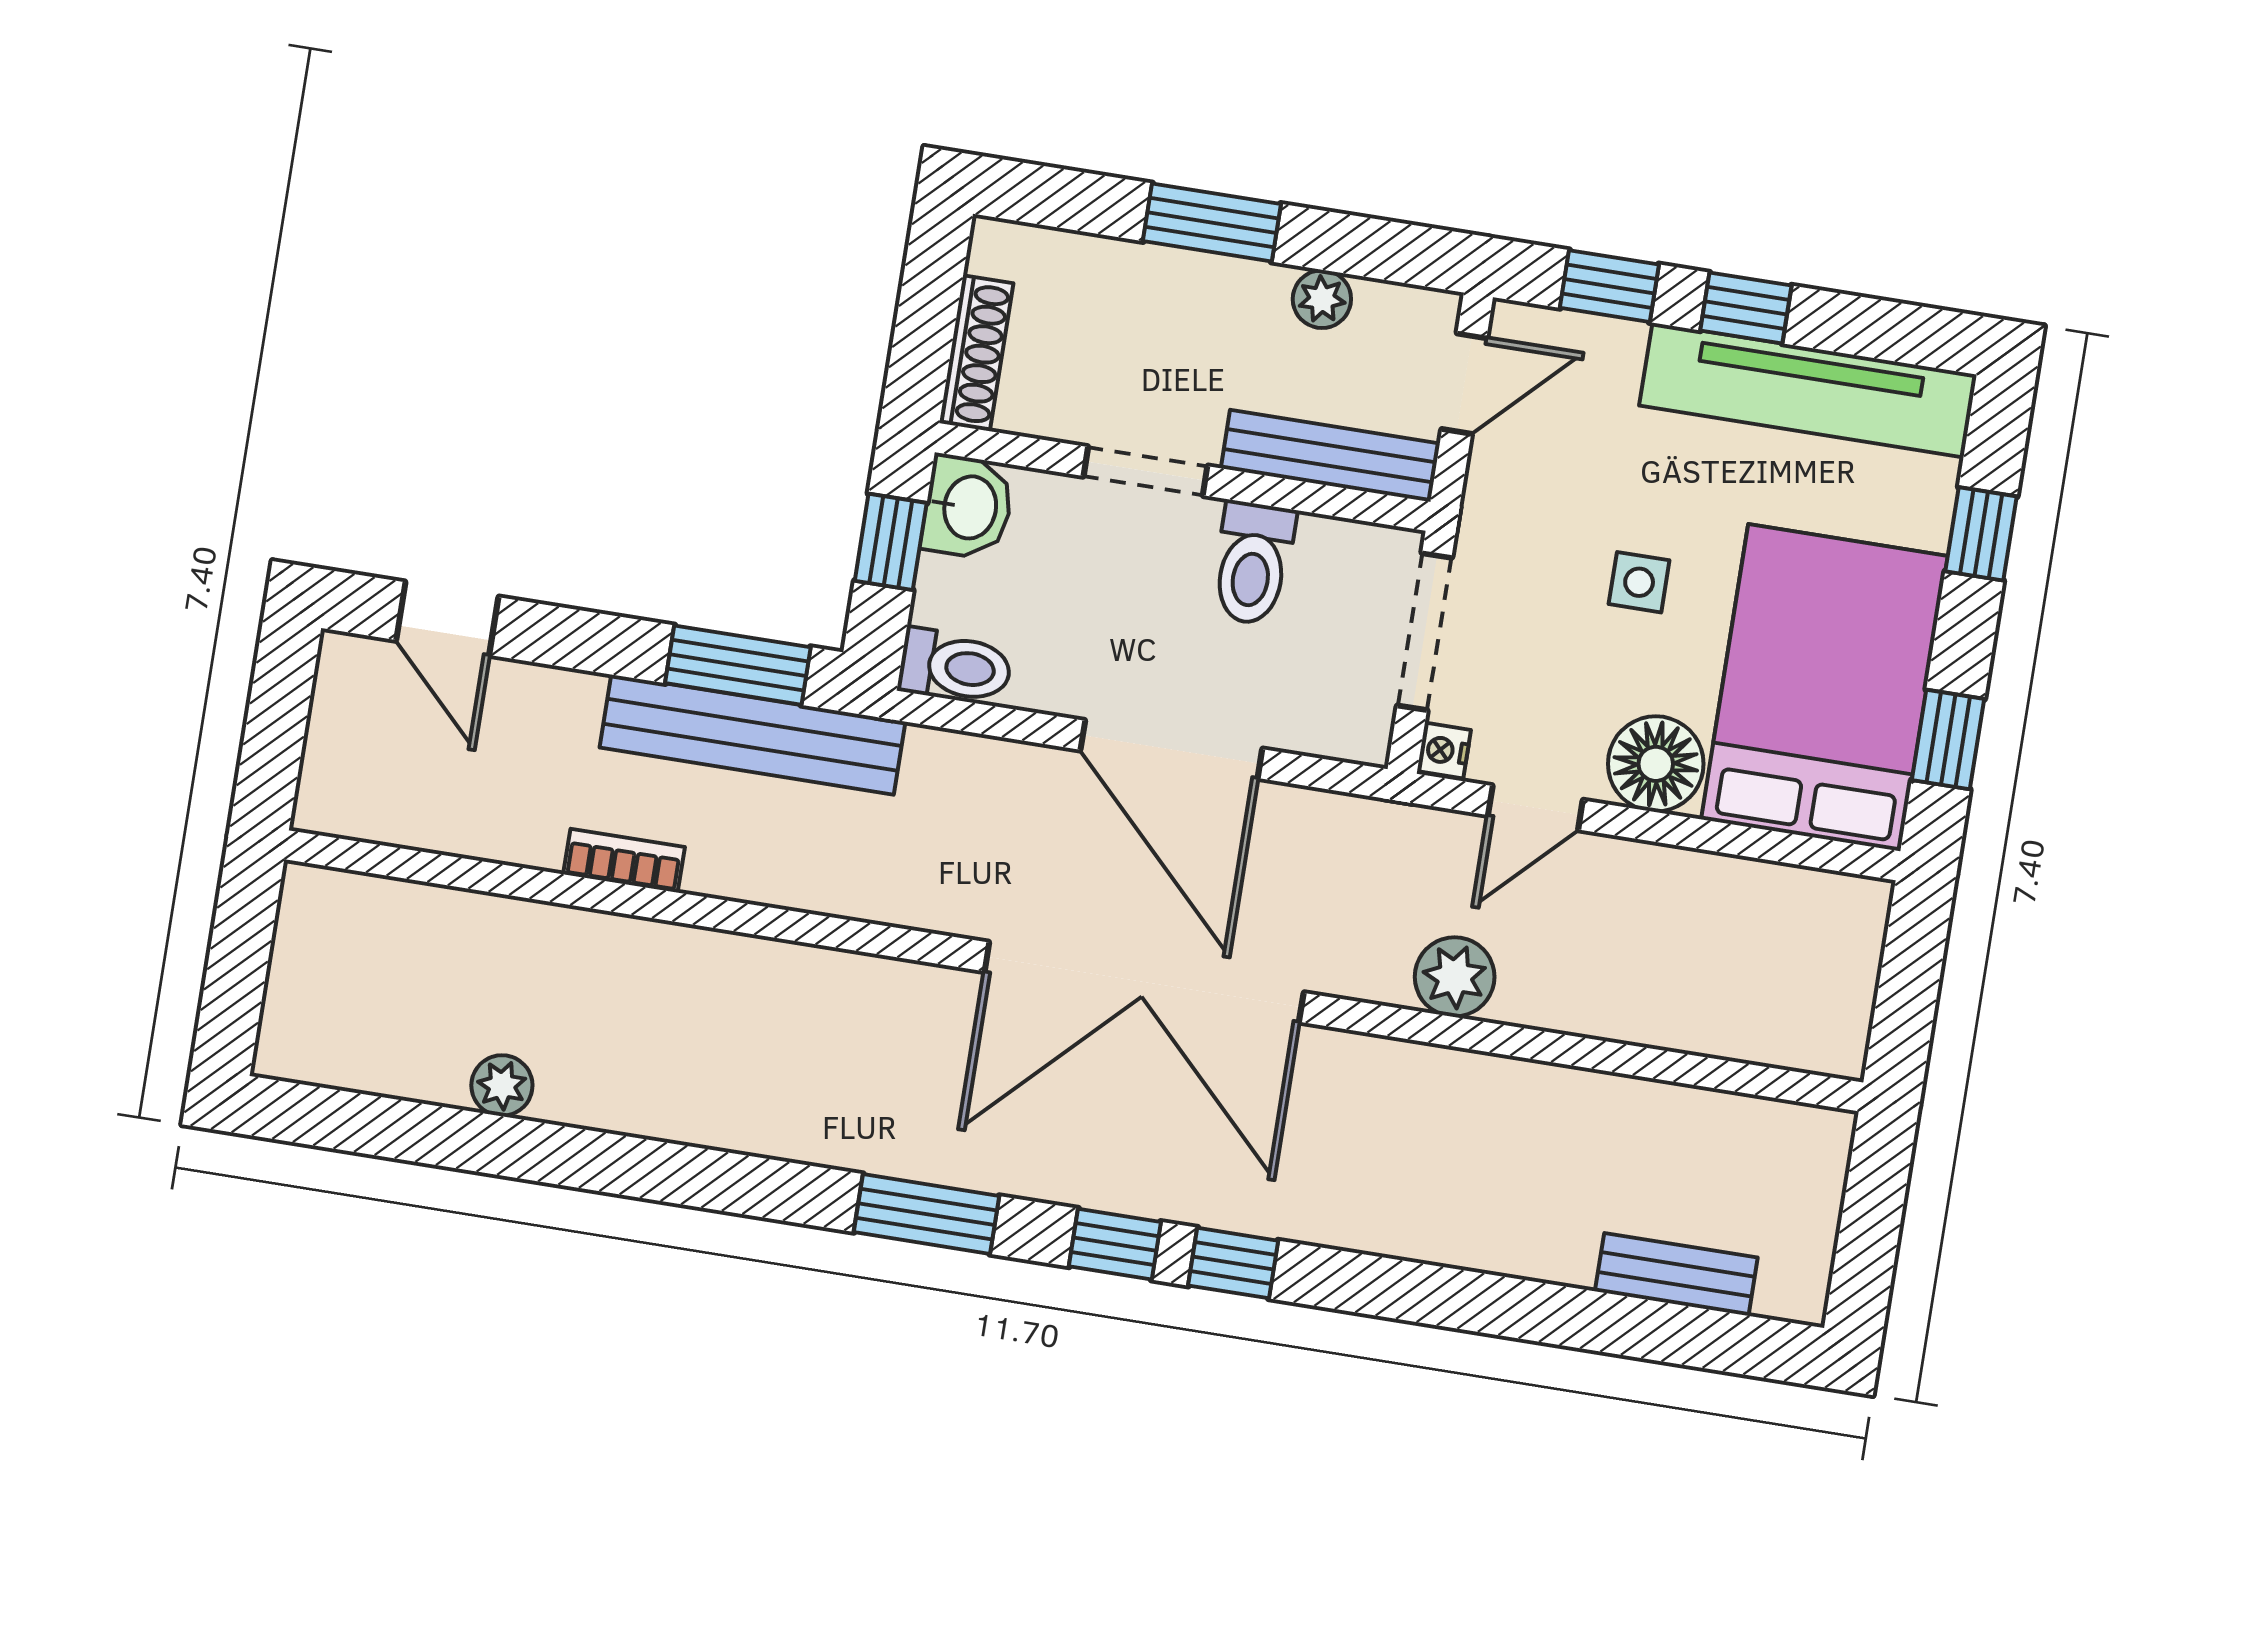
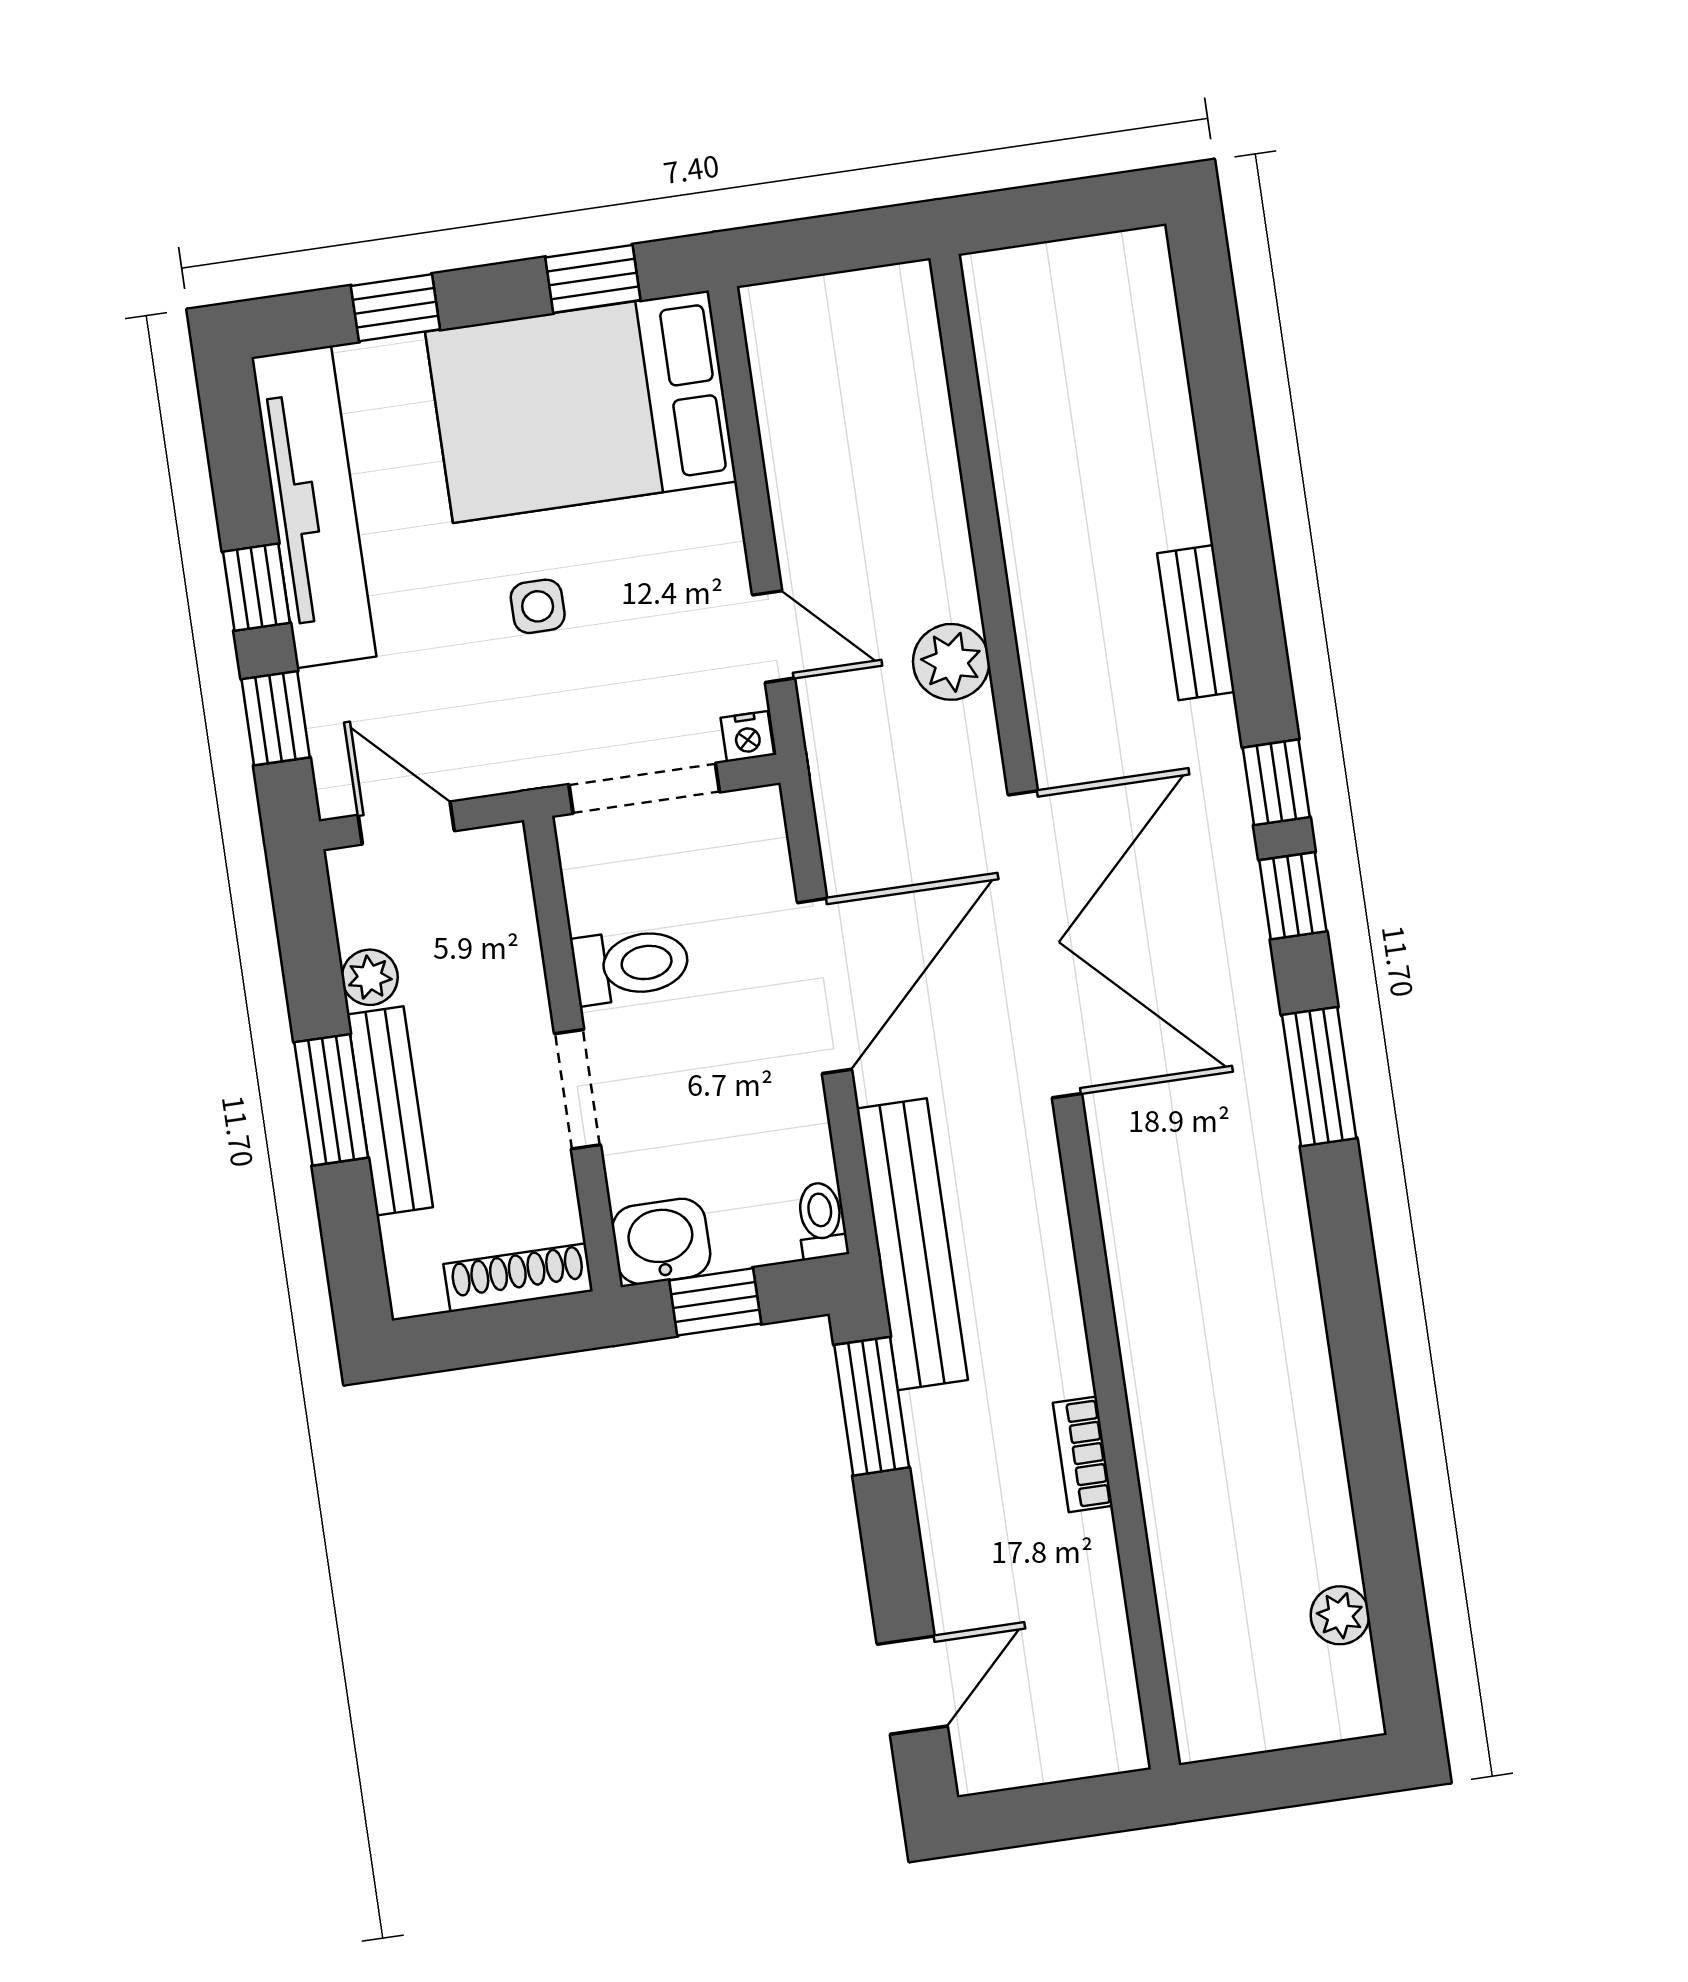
bench: (1330, 456) -> (390, 1111), moved
toilet: (955, 667) -> (821, 1220), width x0.73, depth x0.72
bench: (753, 735) -> (912, 1244), moved
floor lamp: (1656, 764) -> (699, 539), removed
plant: (502, 1086) -> (1340, 1615), moved
bench: (1676, 1274) -> (1196, 623), moved

